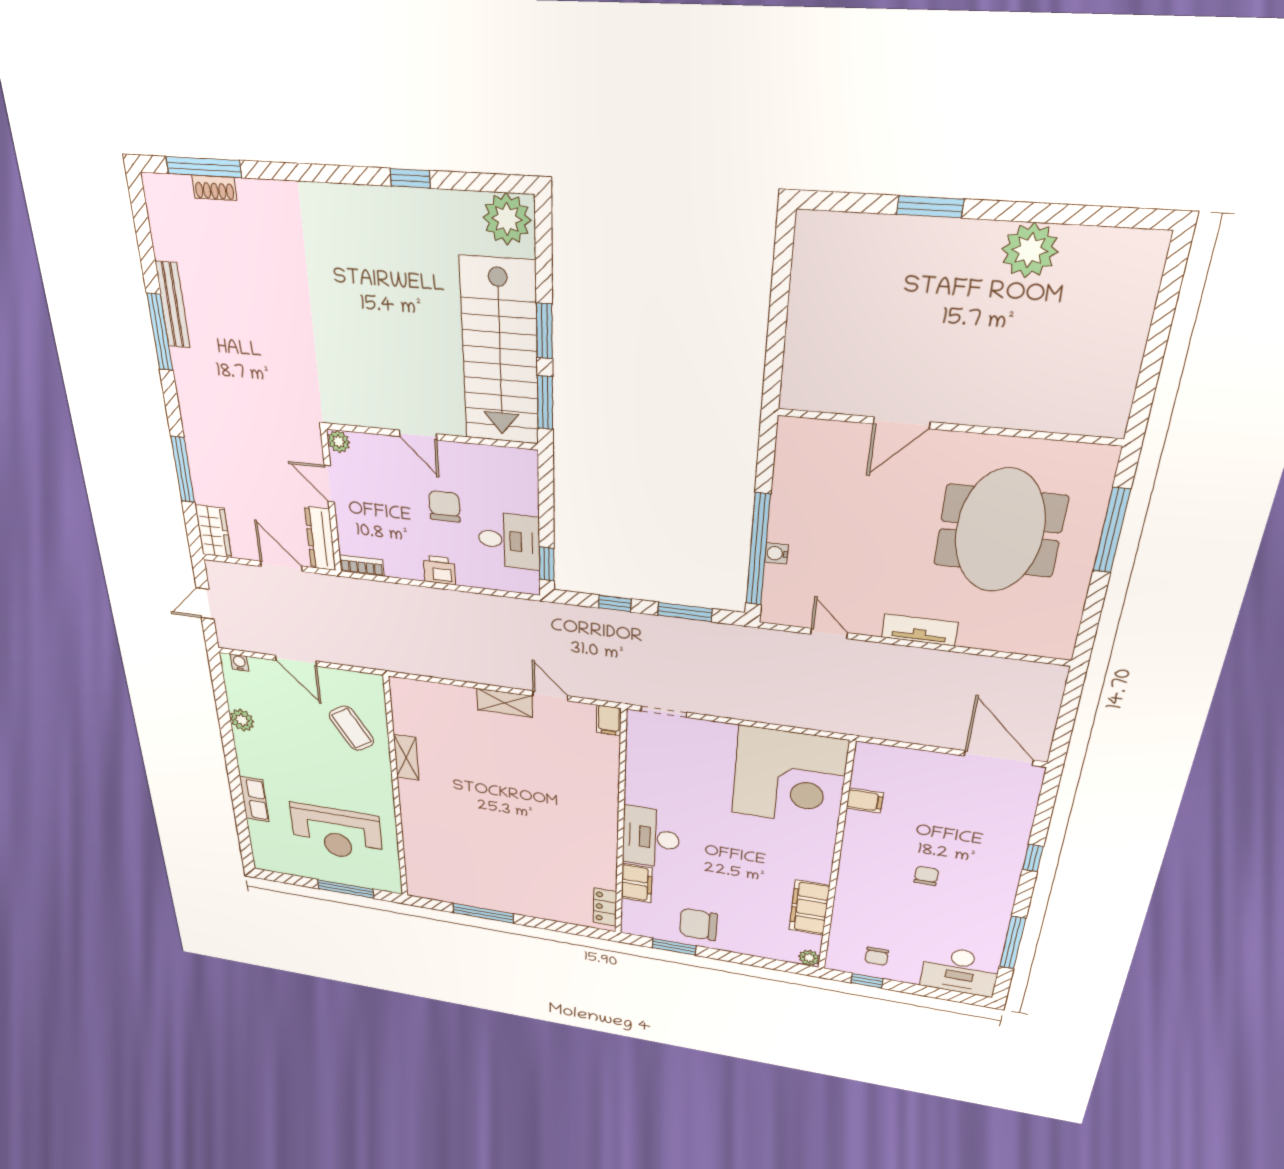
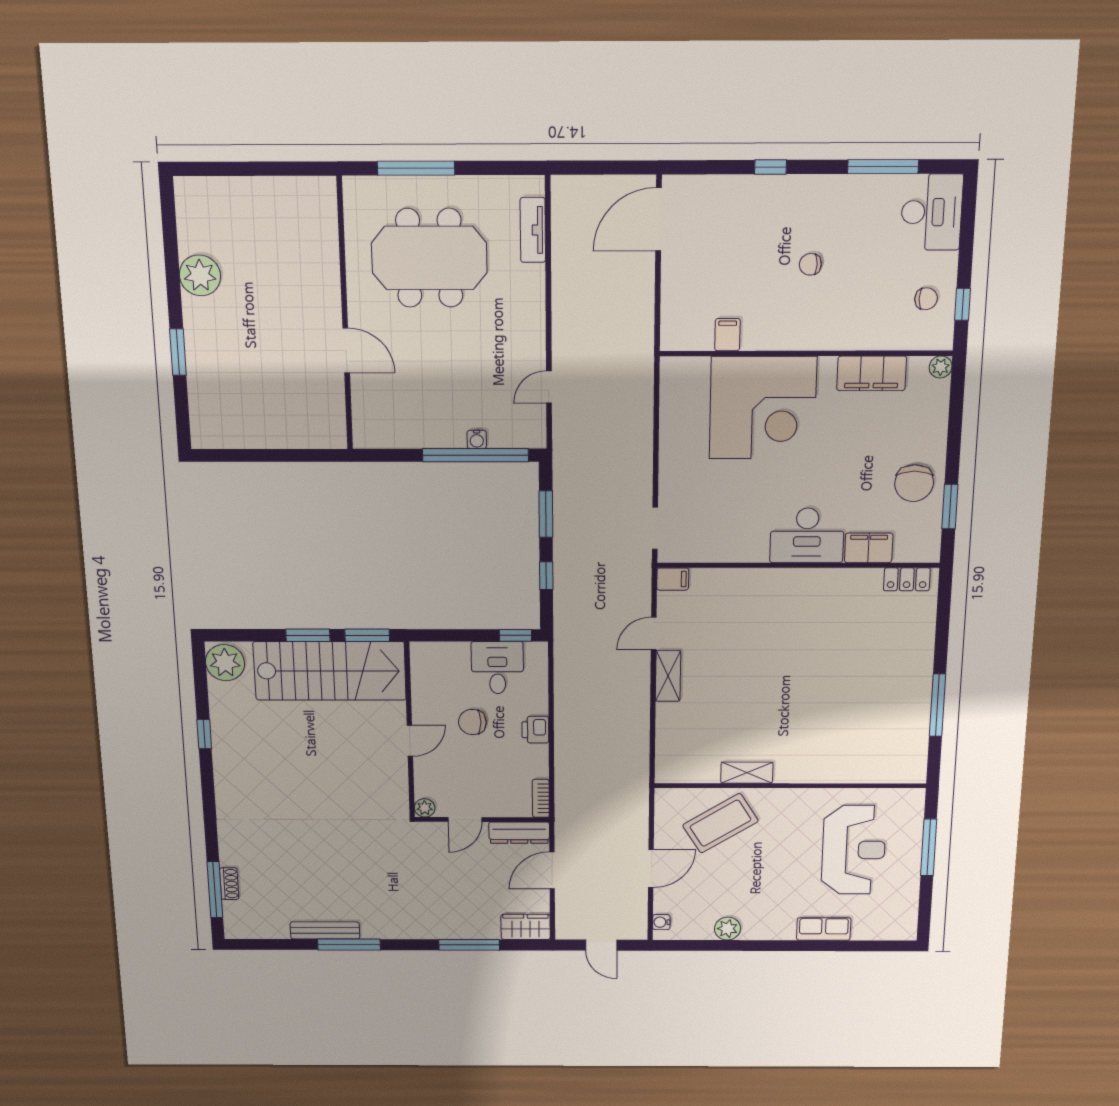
tv unit: (920, 630) -> (533, 230), moved
coffee table: (351, 728) -> (720, 823), width x1.36, depth x1.32
corner desk: (789, 777) -> (763, 408), moved, turned 90

